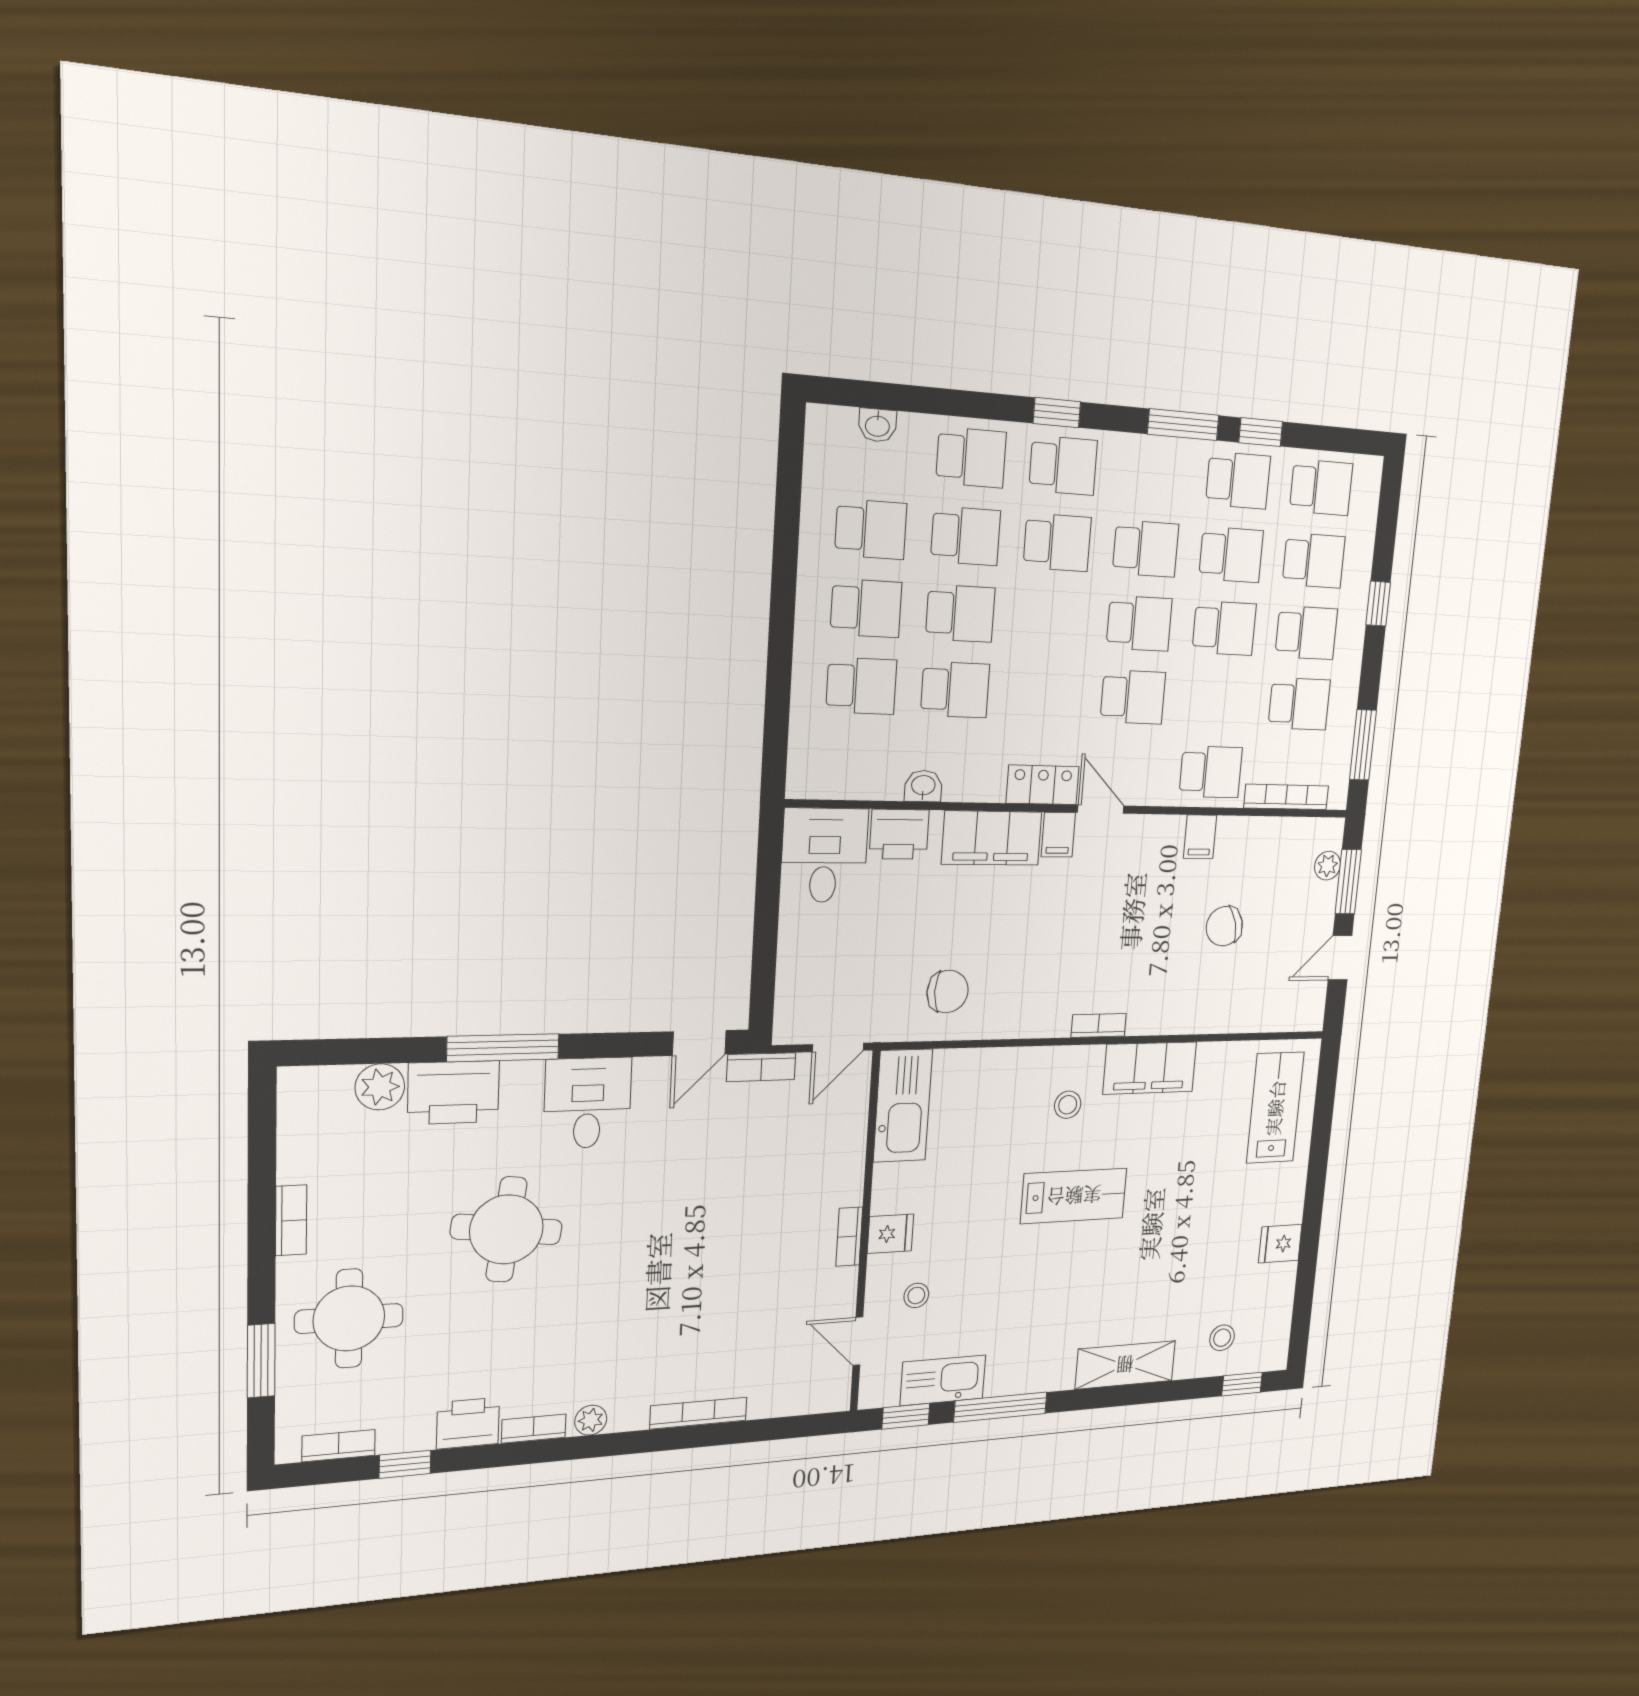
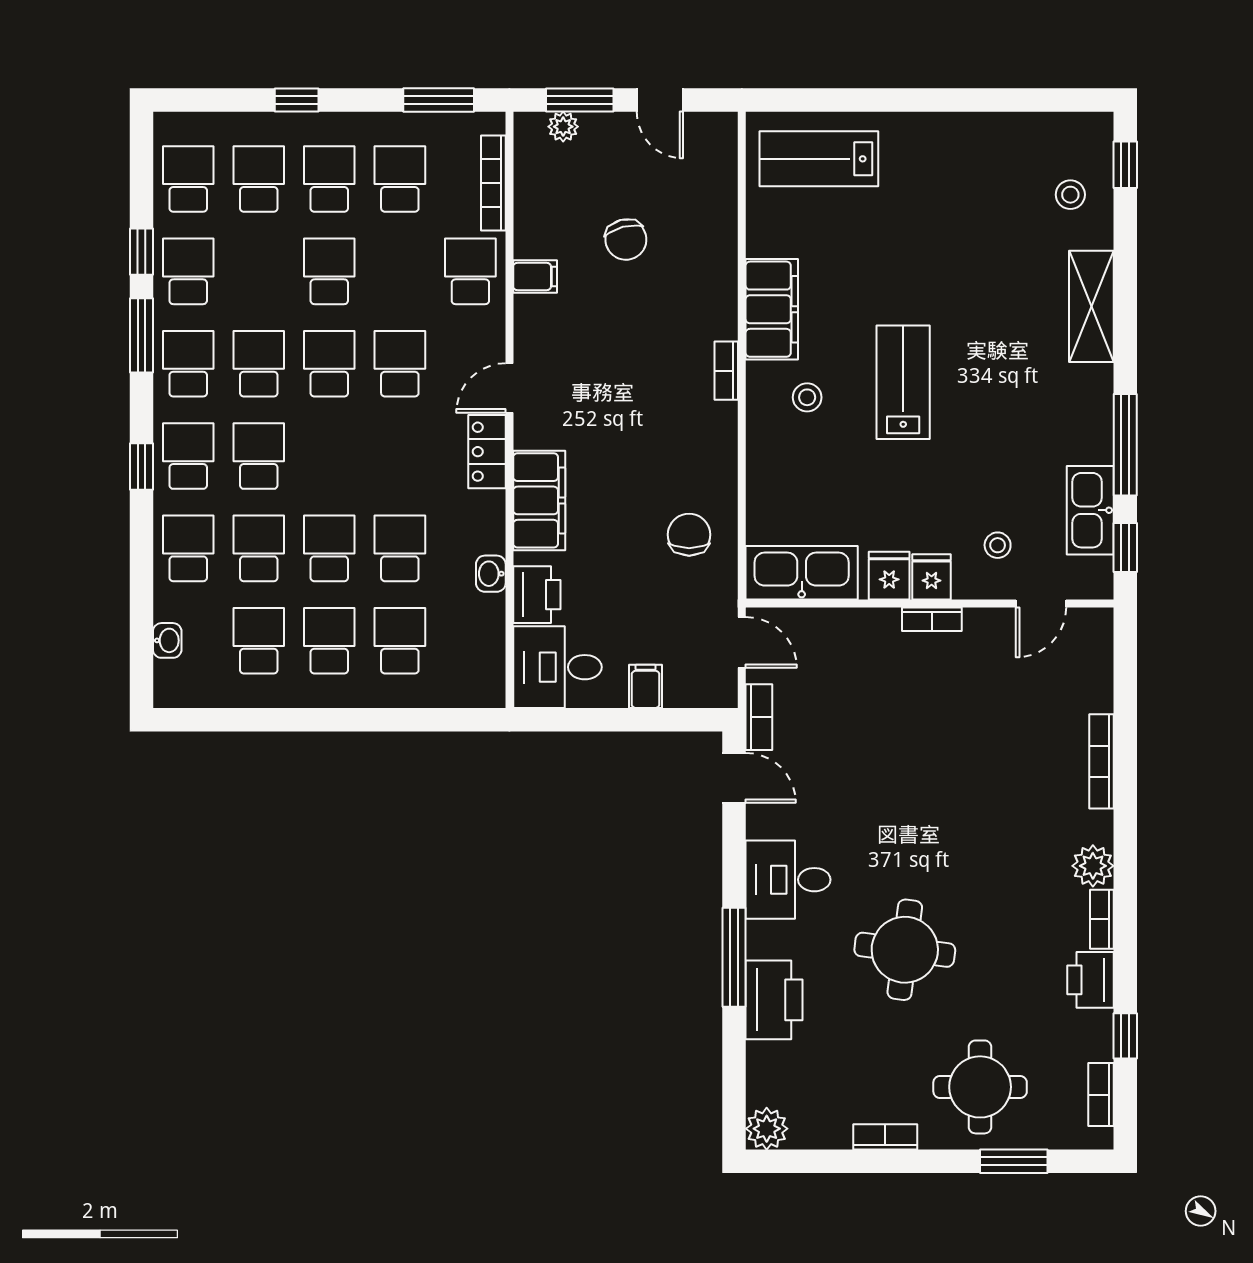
school desk: (1231, 555) -> (188, 364), moved
filing cabinet: (1058, 835) -> (646, 686), moved, turned -90
plant: (380, 1087) -> (767, 1129), moved
fridge: (1280, 1244) -> (889, 576), moved, turned 180
plant: (591, 1420) -> (1093, 866), width x1.38, depth x1.38

